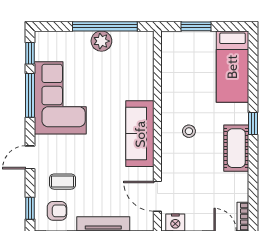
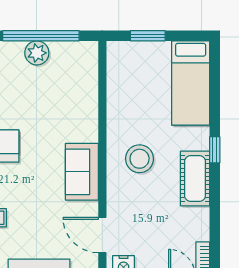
stool: (189, 131) -> (140, 159), width x1.89, depth x1.89
sofa: (140, 134) -> (82, 172), width x0.73

